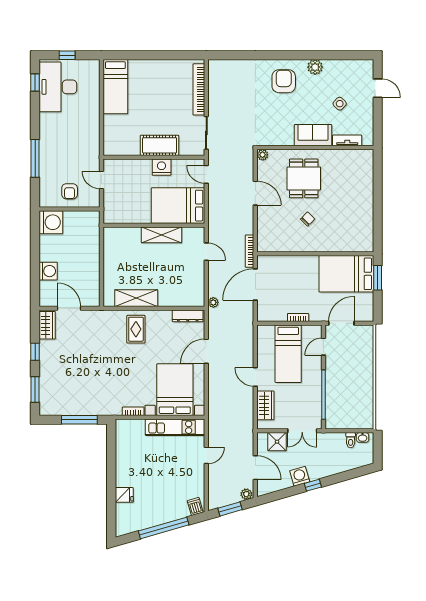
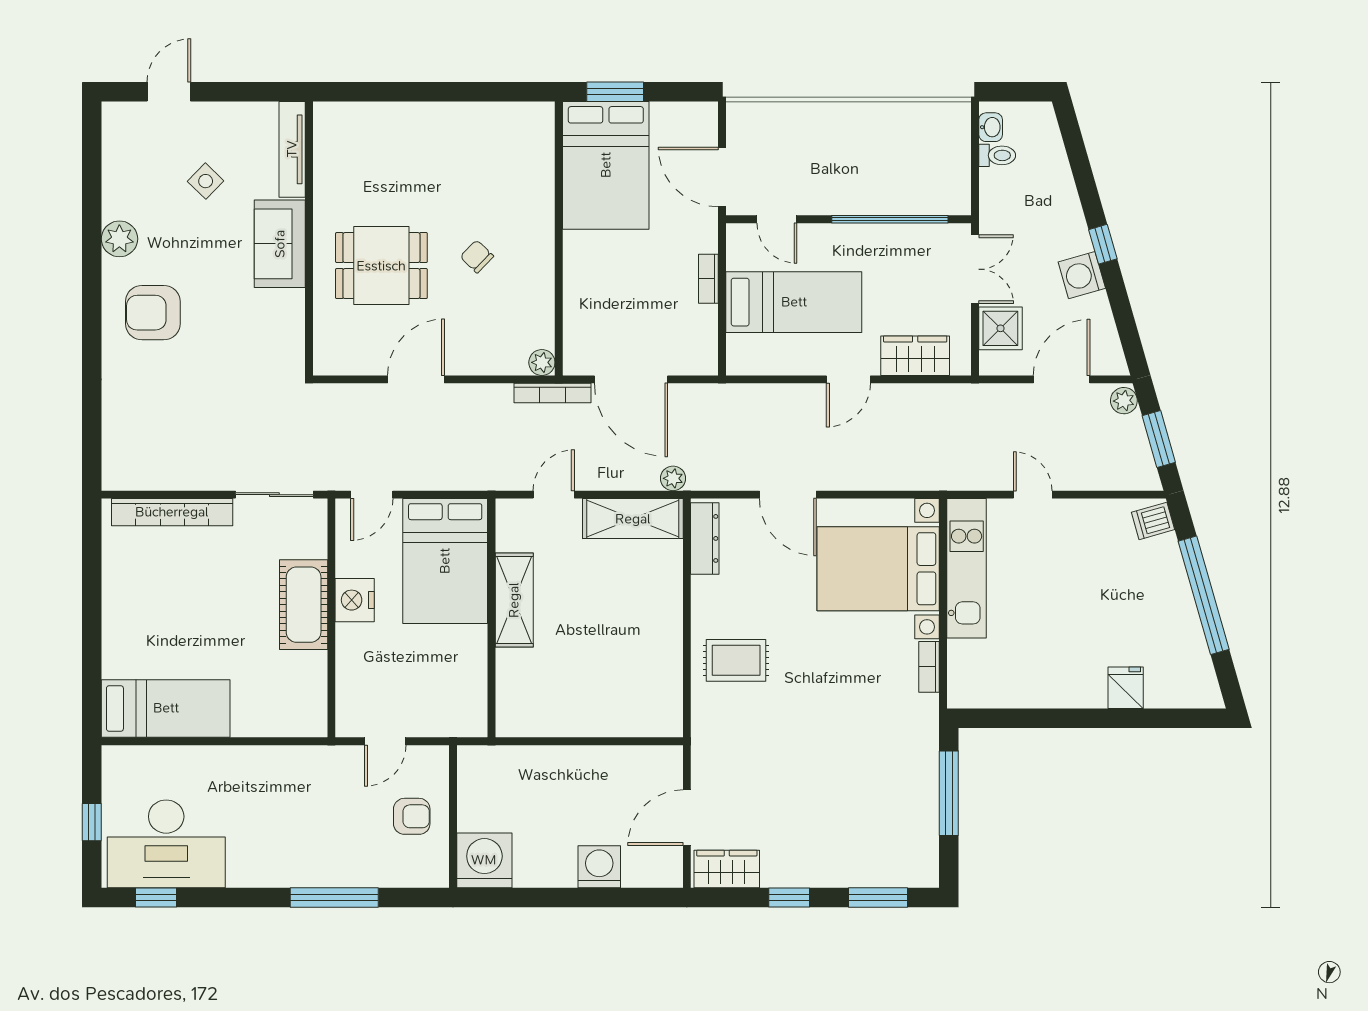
tv unit: (347, 140) -> (292, 149), width x1.41
plant: (263, 155) -> (542, 362), moved
shelving: (136, 298) -> (633, 519), moved, turned 90

